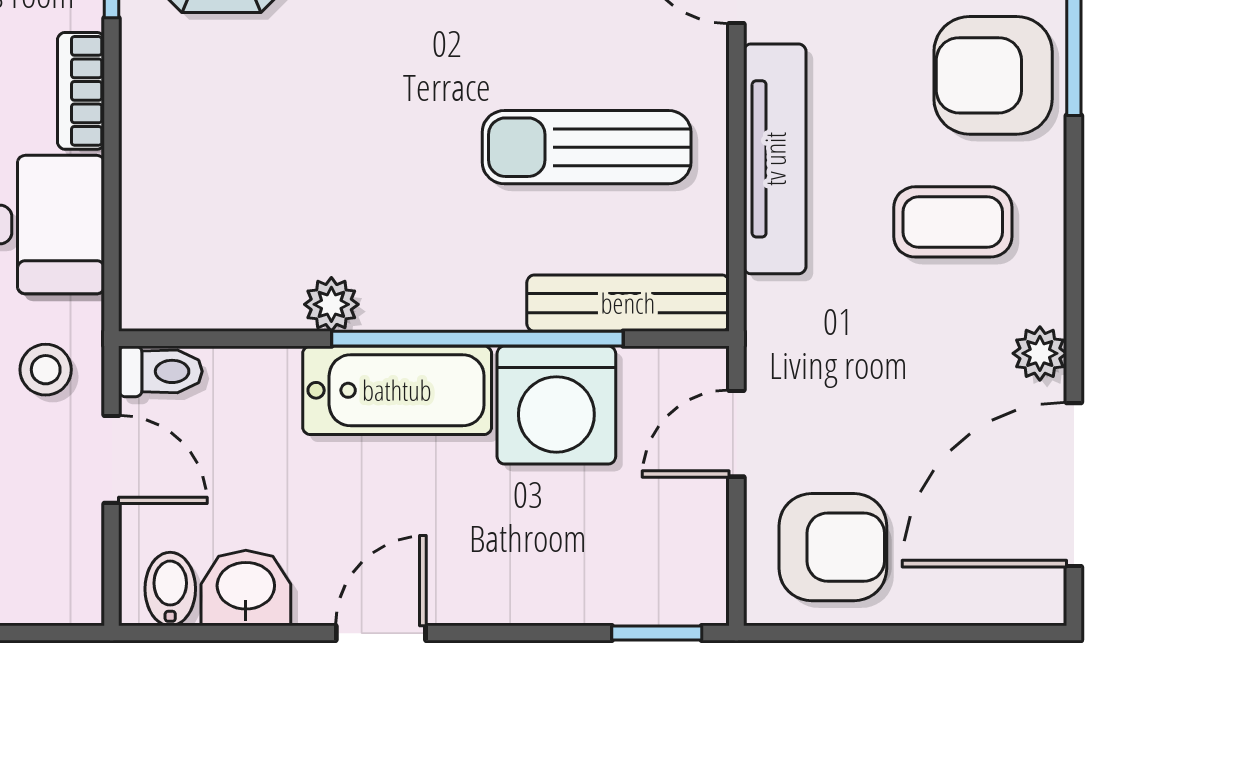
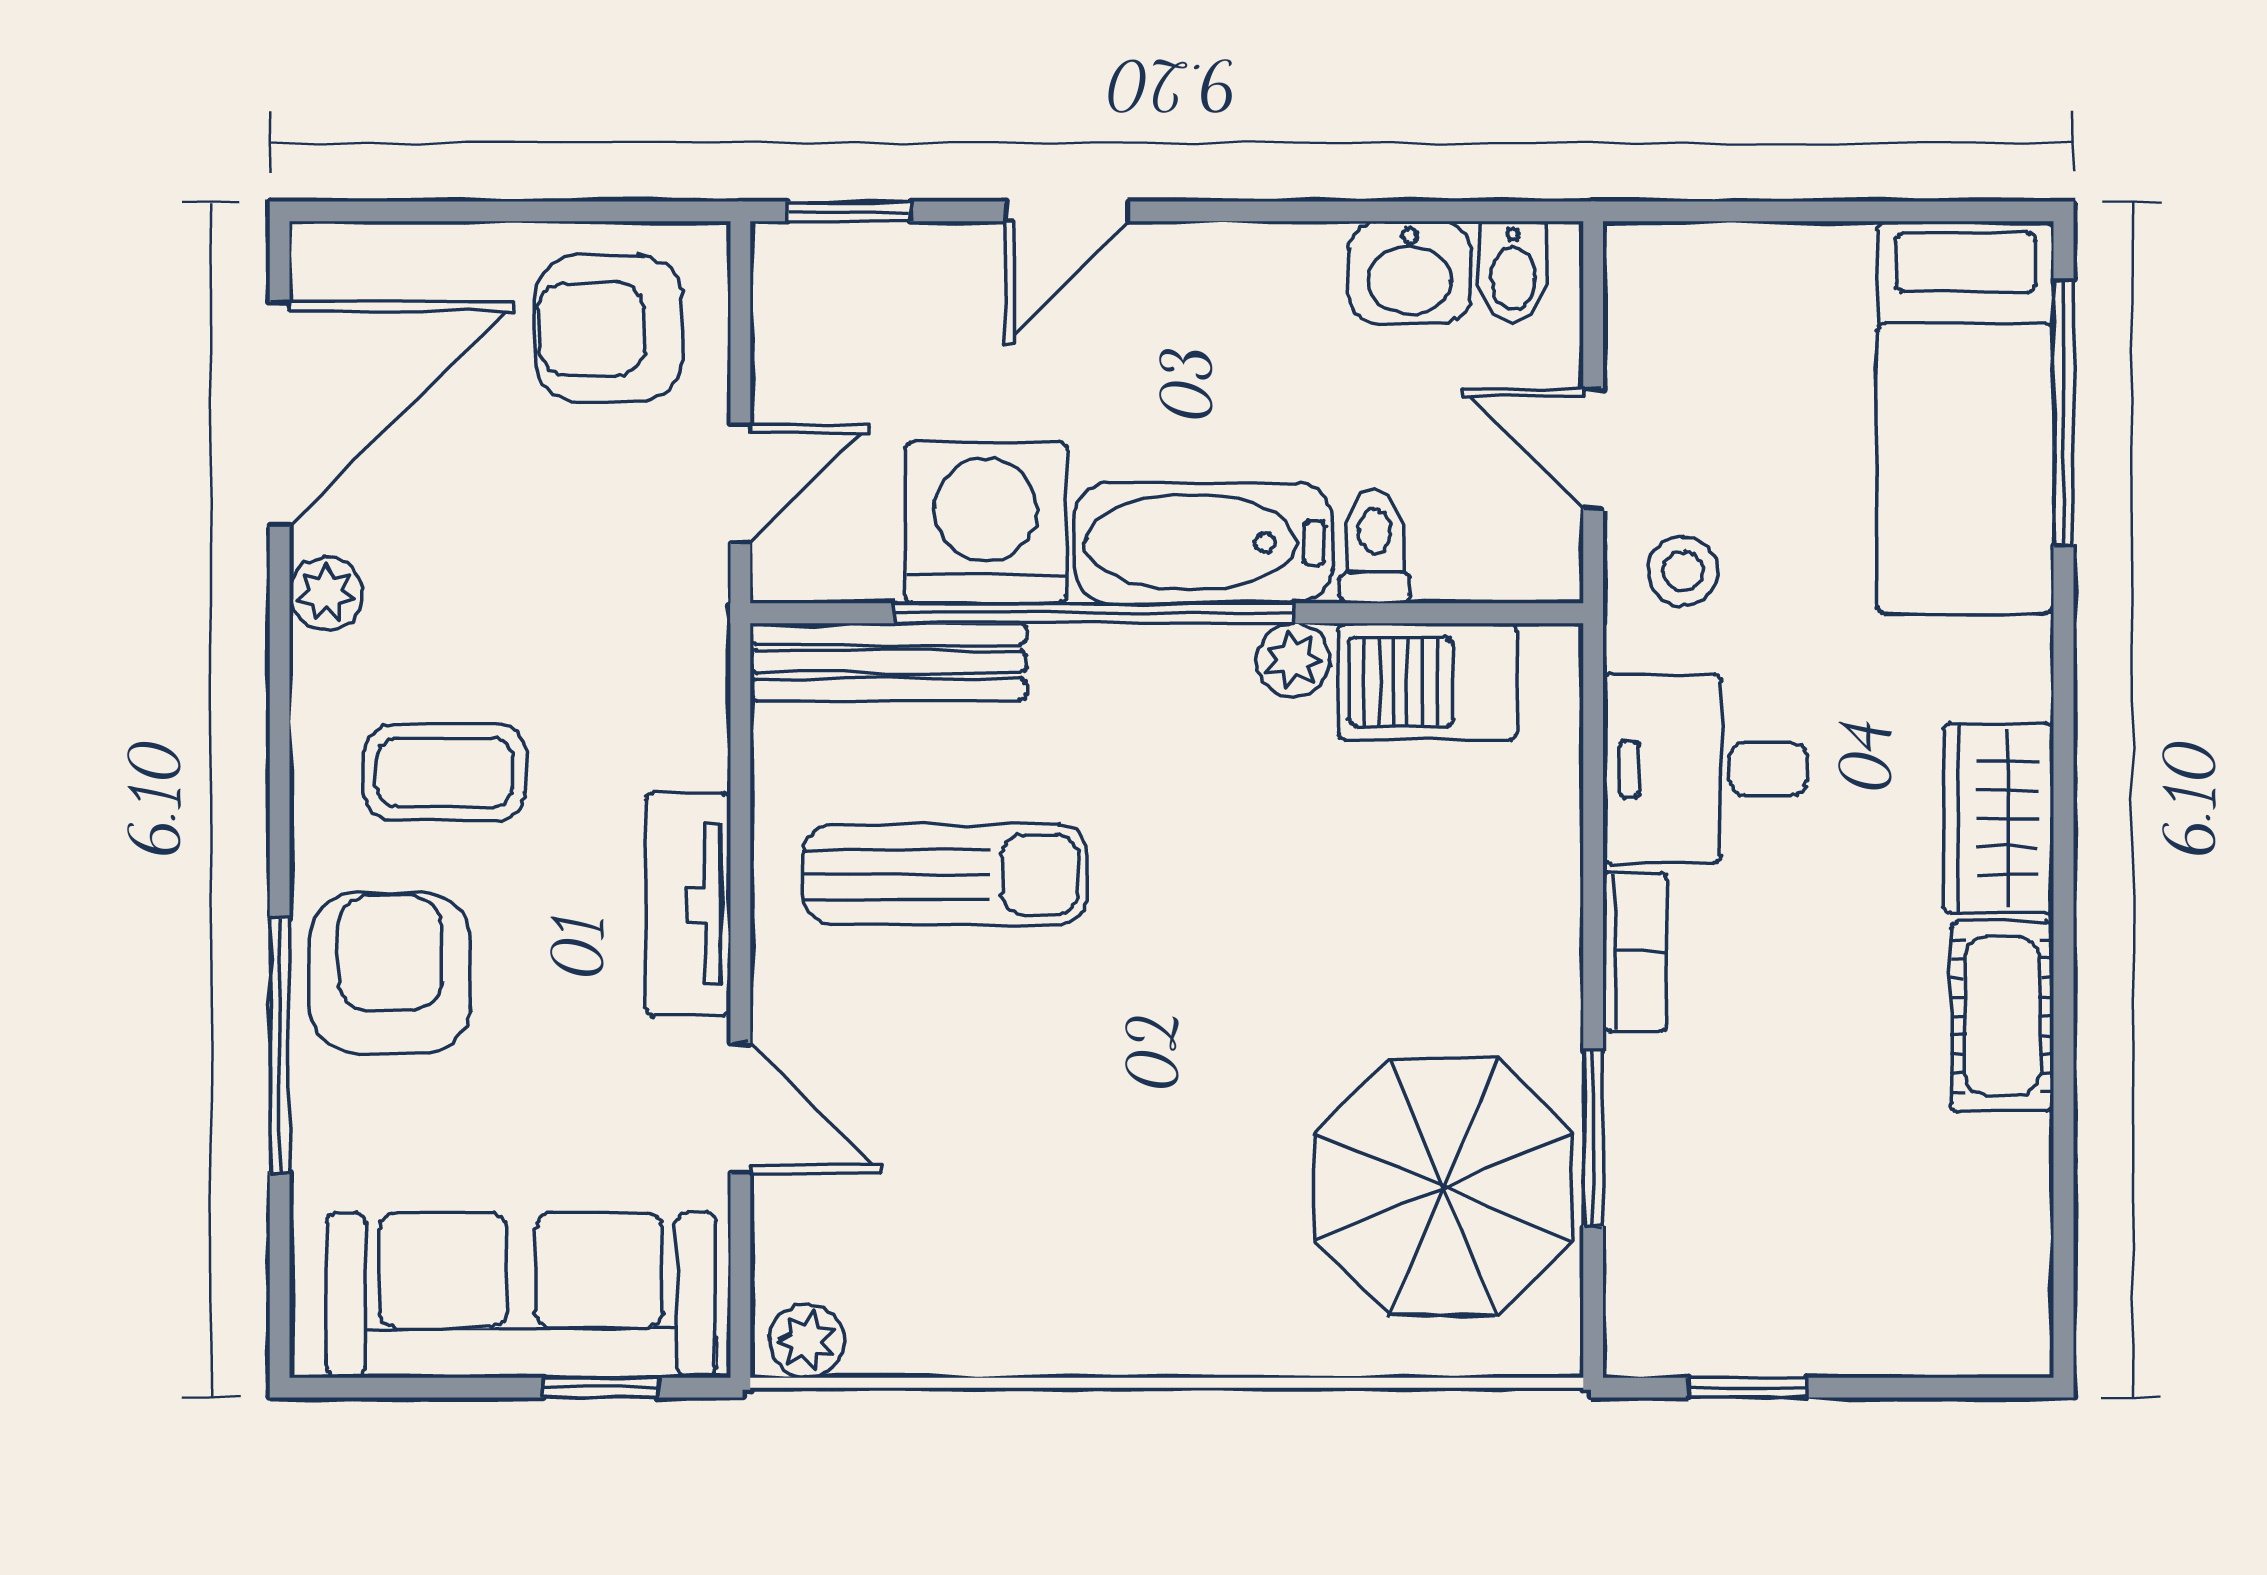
armchair: (993, 75) -> (390, 973), turned -90
tv unit: (775, 159) -> (688, 904), width x0.71
barbecue: (233, 289) -> (1428, 682), added
toilet: (160, 371) -> (1375, 547), moved, turned 90
door: (381, 633) -> (1067, 211), moved

